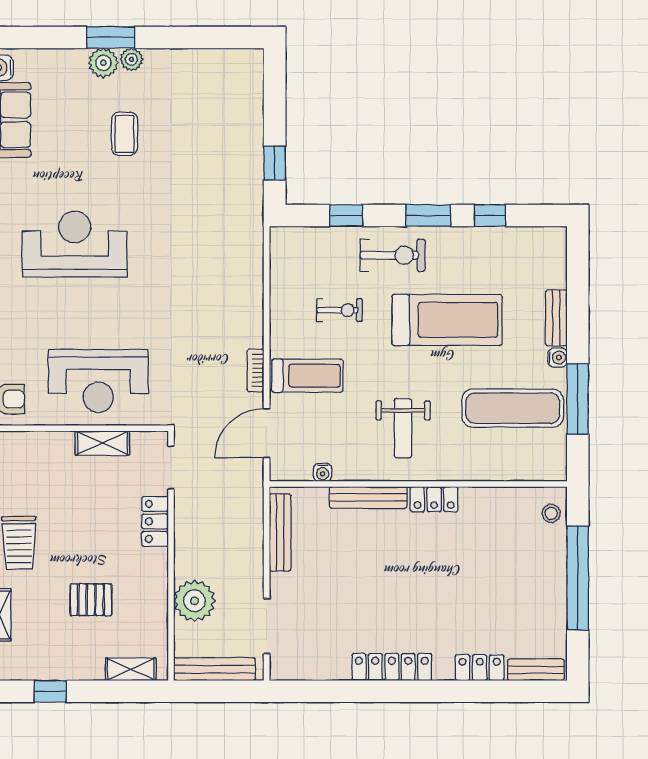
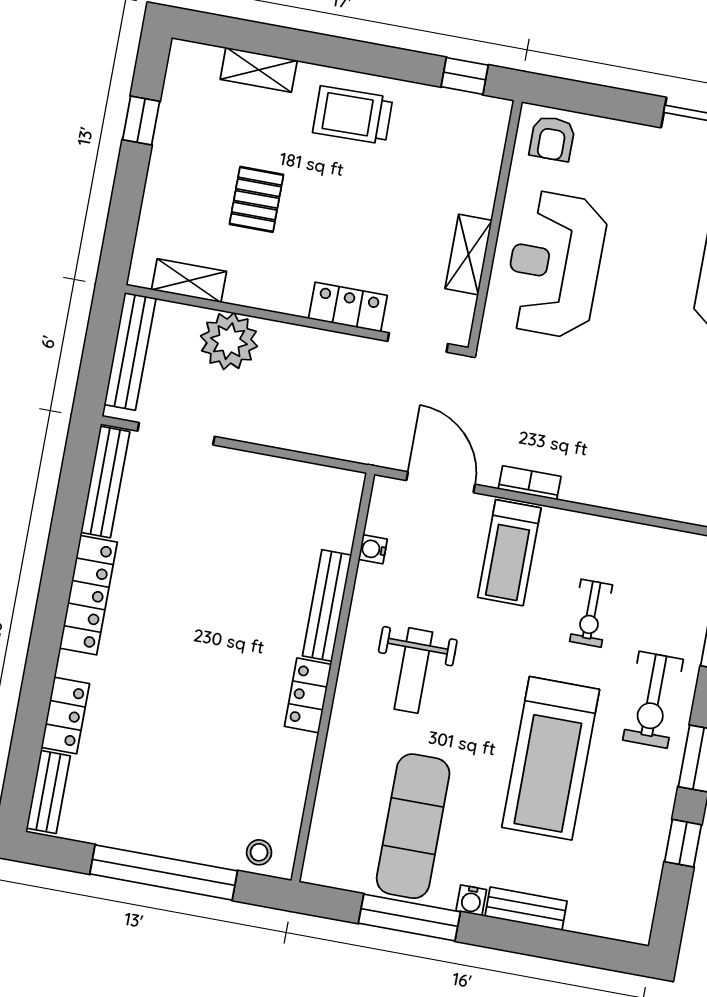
weight bench: (403, 428) -> (413, 671), turned -90
bench: (280, 533) -> (105, 482), moved, turned 90
shelving: (131, 669) -> (189, 281), moved, turned 90

